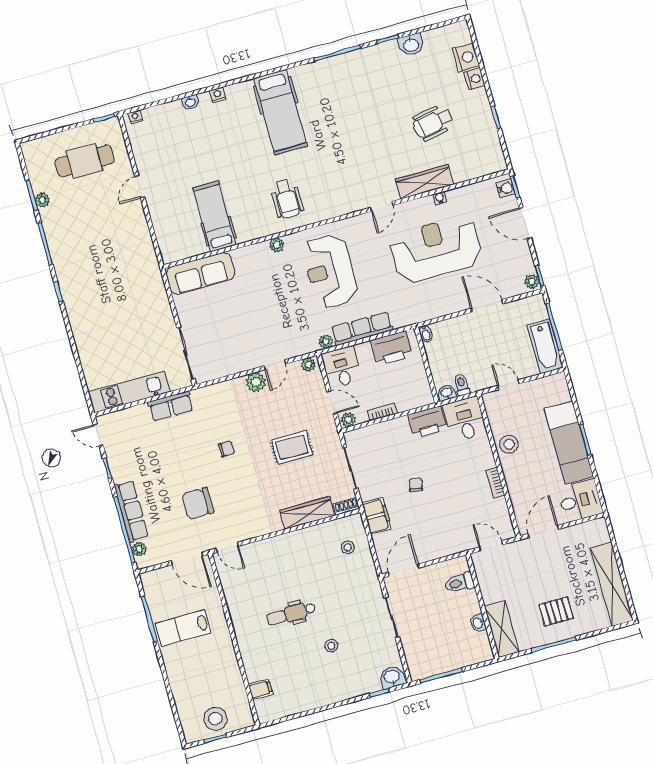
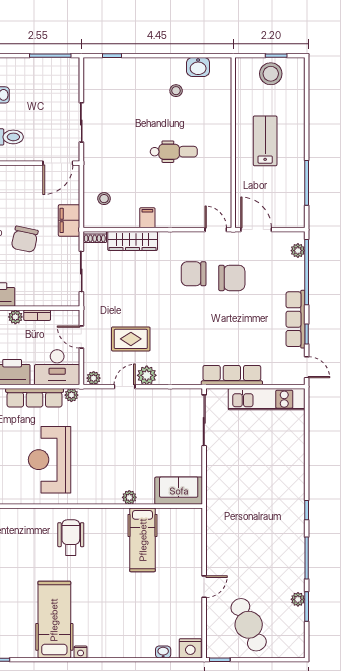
nightstand: (218, 95) -> (81, 652), moved
washbasin: (190, 102) -> (163, 652), moved
nightstand: (135, 117) -> (190, 648), width x1.89, depth x1.79
cafe table: (85, 161) -> (249, 625), turned 65
plant: (277, 245) -> (129, 497), moved
reception desk: (330, 271) -> (50, 460), turned 180
sofa: (200, 273) -> (179, 491), width x0.73
desk: (342, 367) -> (57, 367), width x1.37
row of seats: (171, 406) -> (232, 375), width x1.48
plant: (348, 420) -> (15, 317), moved
rug: (292, 447) -> (131, 339), moved
chair: (226, 449) -> (194, 274), moved, width x1.87, depth x1.87
chair: (416, 485) -> (25, 239), width x1.87, depth x1.87
row of seats: (131, 511) -> (296, 319), moved
lab bench: (183, 628) -> (265, 141), moved, turned -90
stool: (331, 646) -> (176, 91), moved
washbasin: (392, 677) -> (198, 67), moved
filing cabinet: (261, 689) -> (147, 218), moved, turned 90

